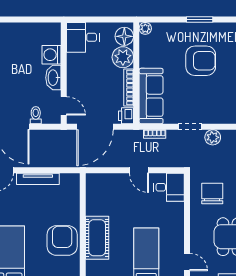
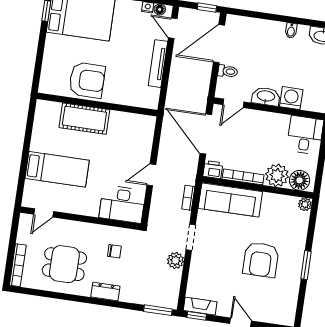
desk: (169, 187) -> (122, 204), width x1.37
chair: (212, 193) -> (114, 251), width x0.54, depth x0.54

